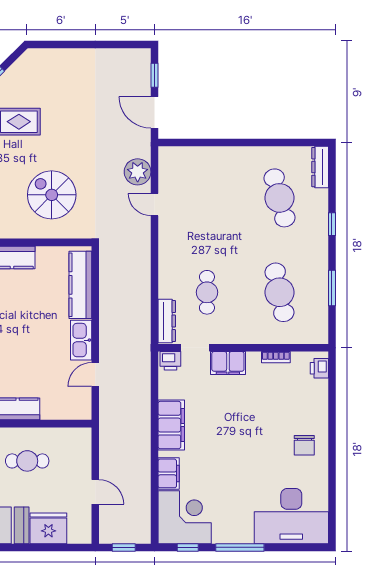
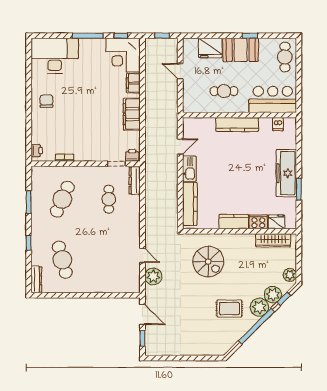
cafe table: (279, 292) -> (62, 199), turned 36
filing cabinet: (228, 363) -> (95, 154), removed

